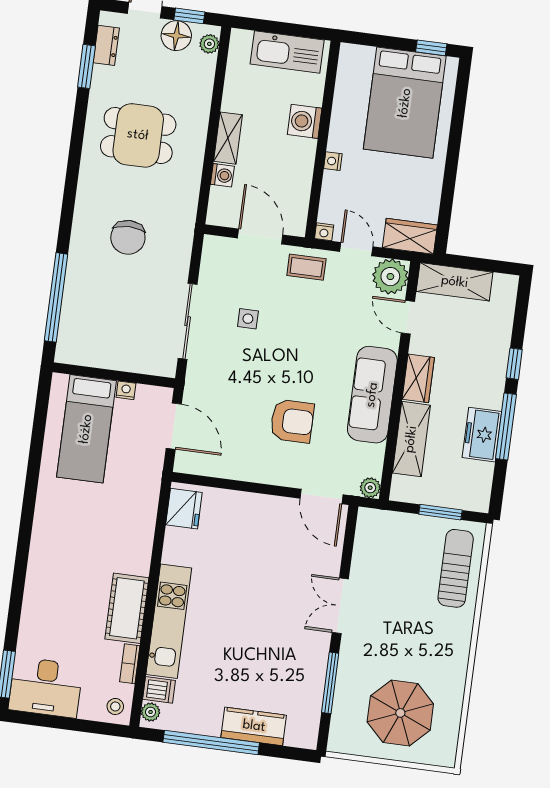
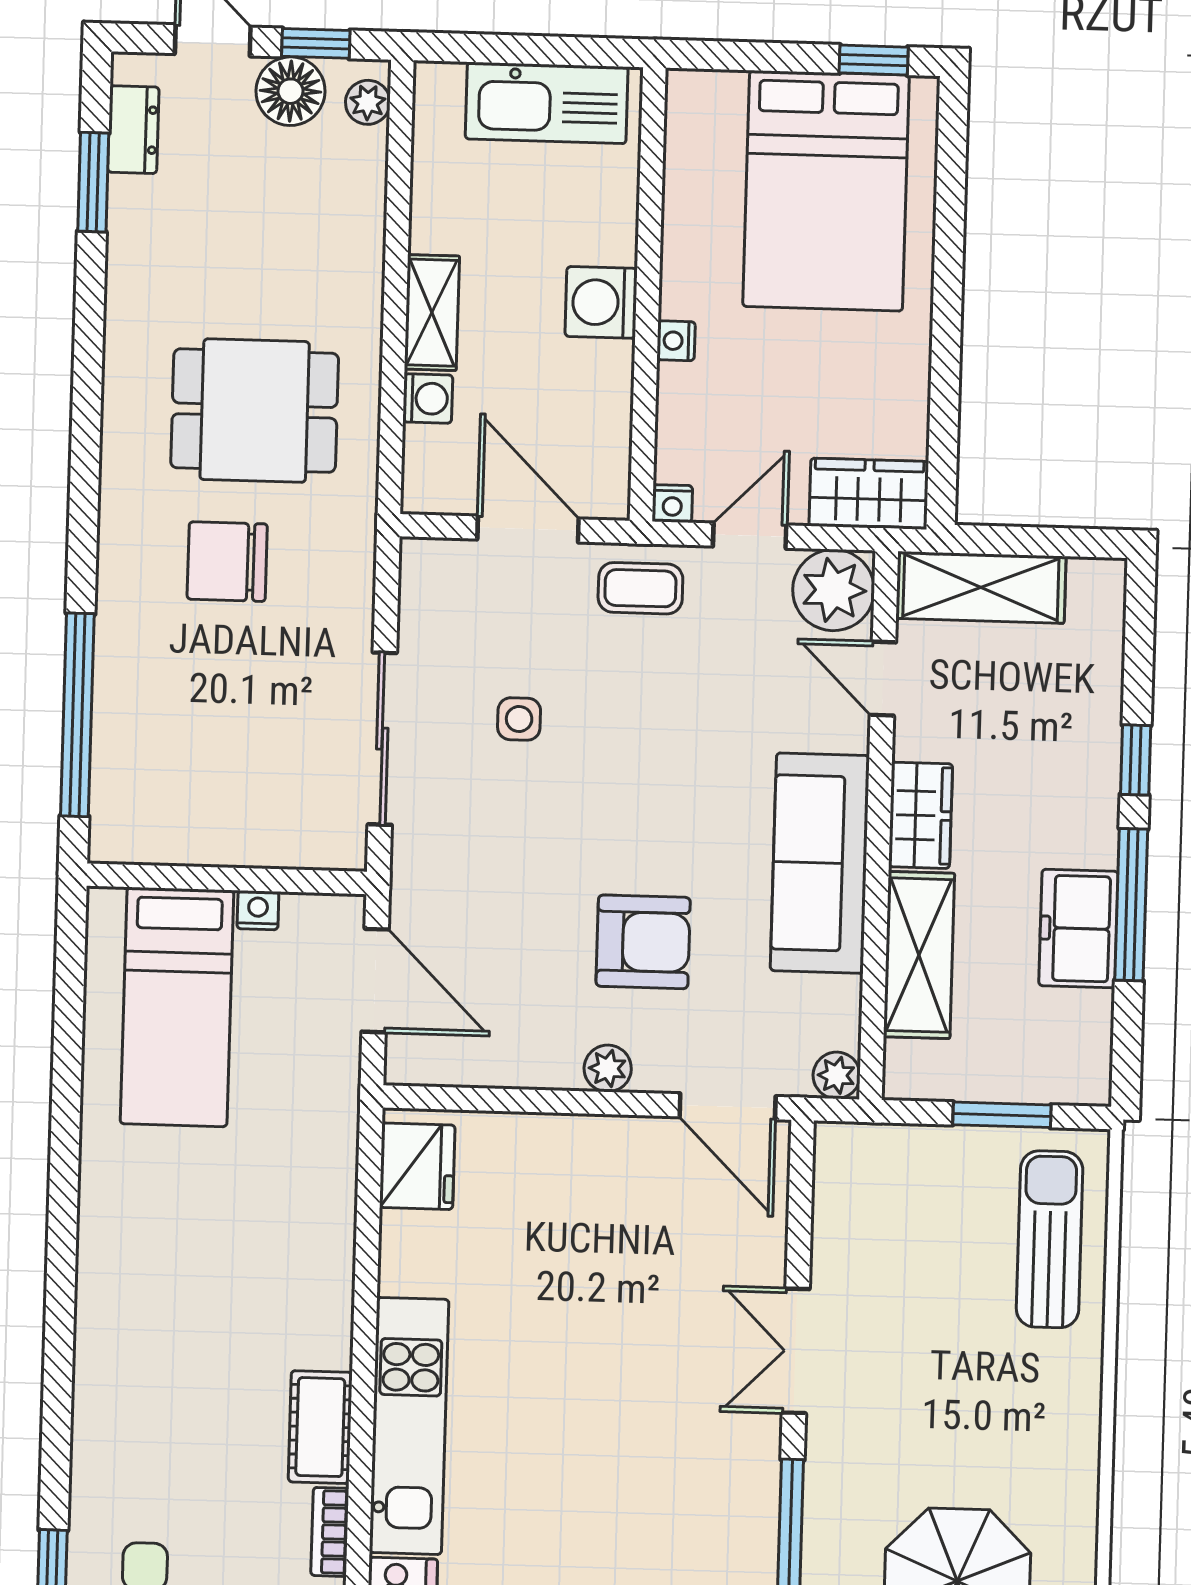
washing machine: (305, 121) -> (601, 302), moved
dining table: (138, 135) -> (255, 411), moved
chair: (128, 237) -> (227, 562), turned 90
door: (356, 249) -> (750, 536), hinge flipped
plant: (271, 475) -> (608, 1068), added
cot: (127, 608) -> (320, 1427), width x0.73, depth x0.75

